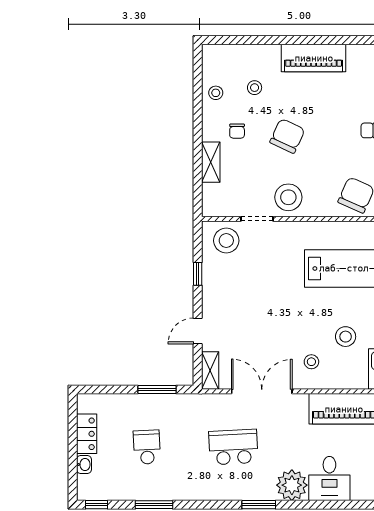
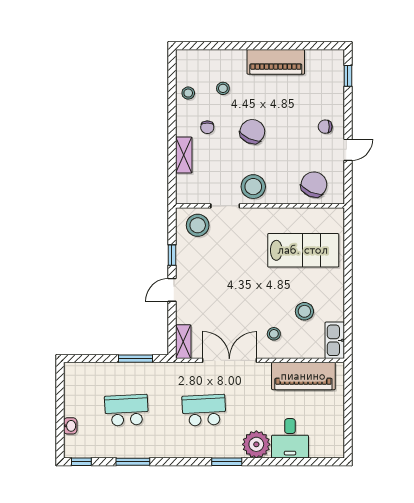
door: (198, 331) -> (172, 290), moved
locker: (87, 434) -> (73, 398), removed
school desk: (147, 447) -> (127, 410), width x1.85

